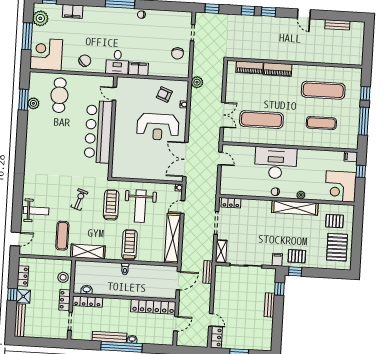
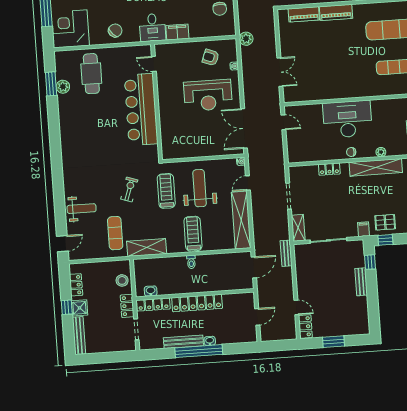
exercise mat: (261, 120) -> (325, 72), removed
locker: (231, 203) -> (329, 169), moved
weight bench: (140, 206) -> (200, 188), turned 180
locker: (153, 307) -> (197, 303), moved

